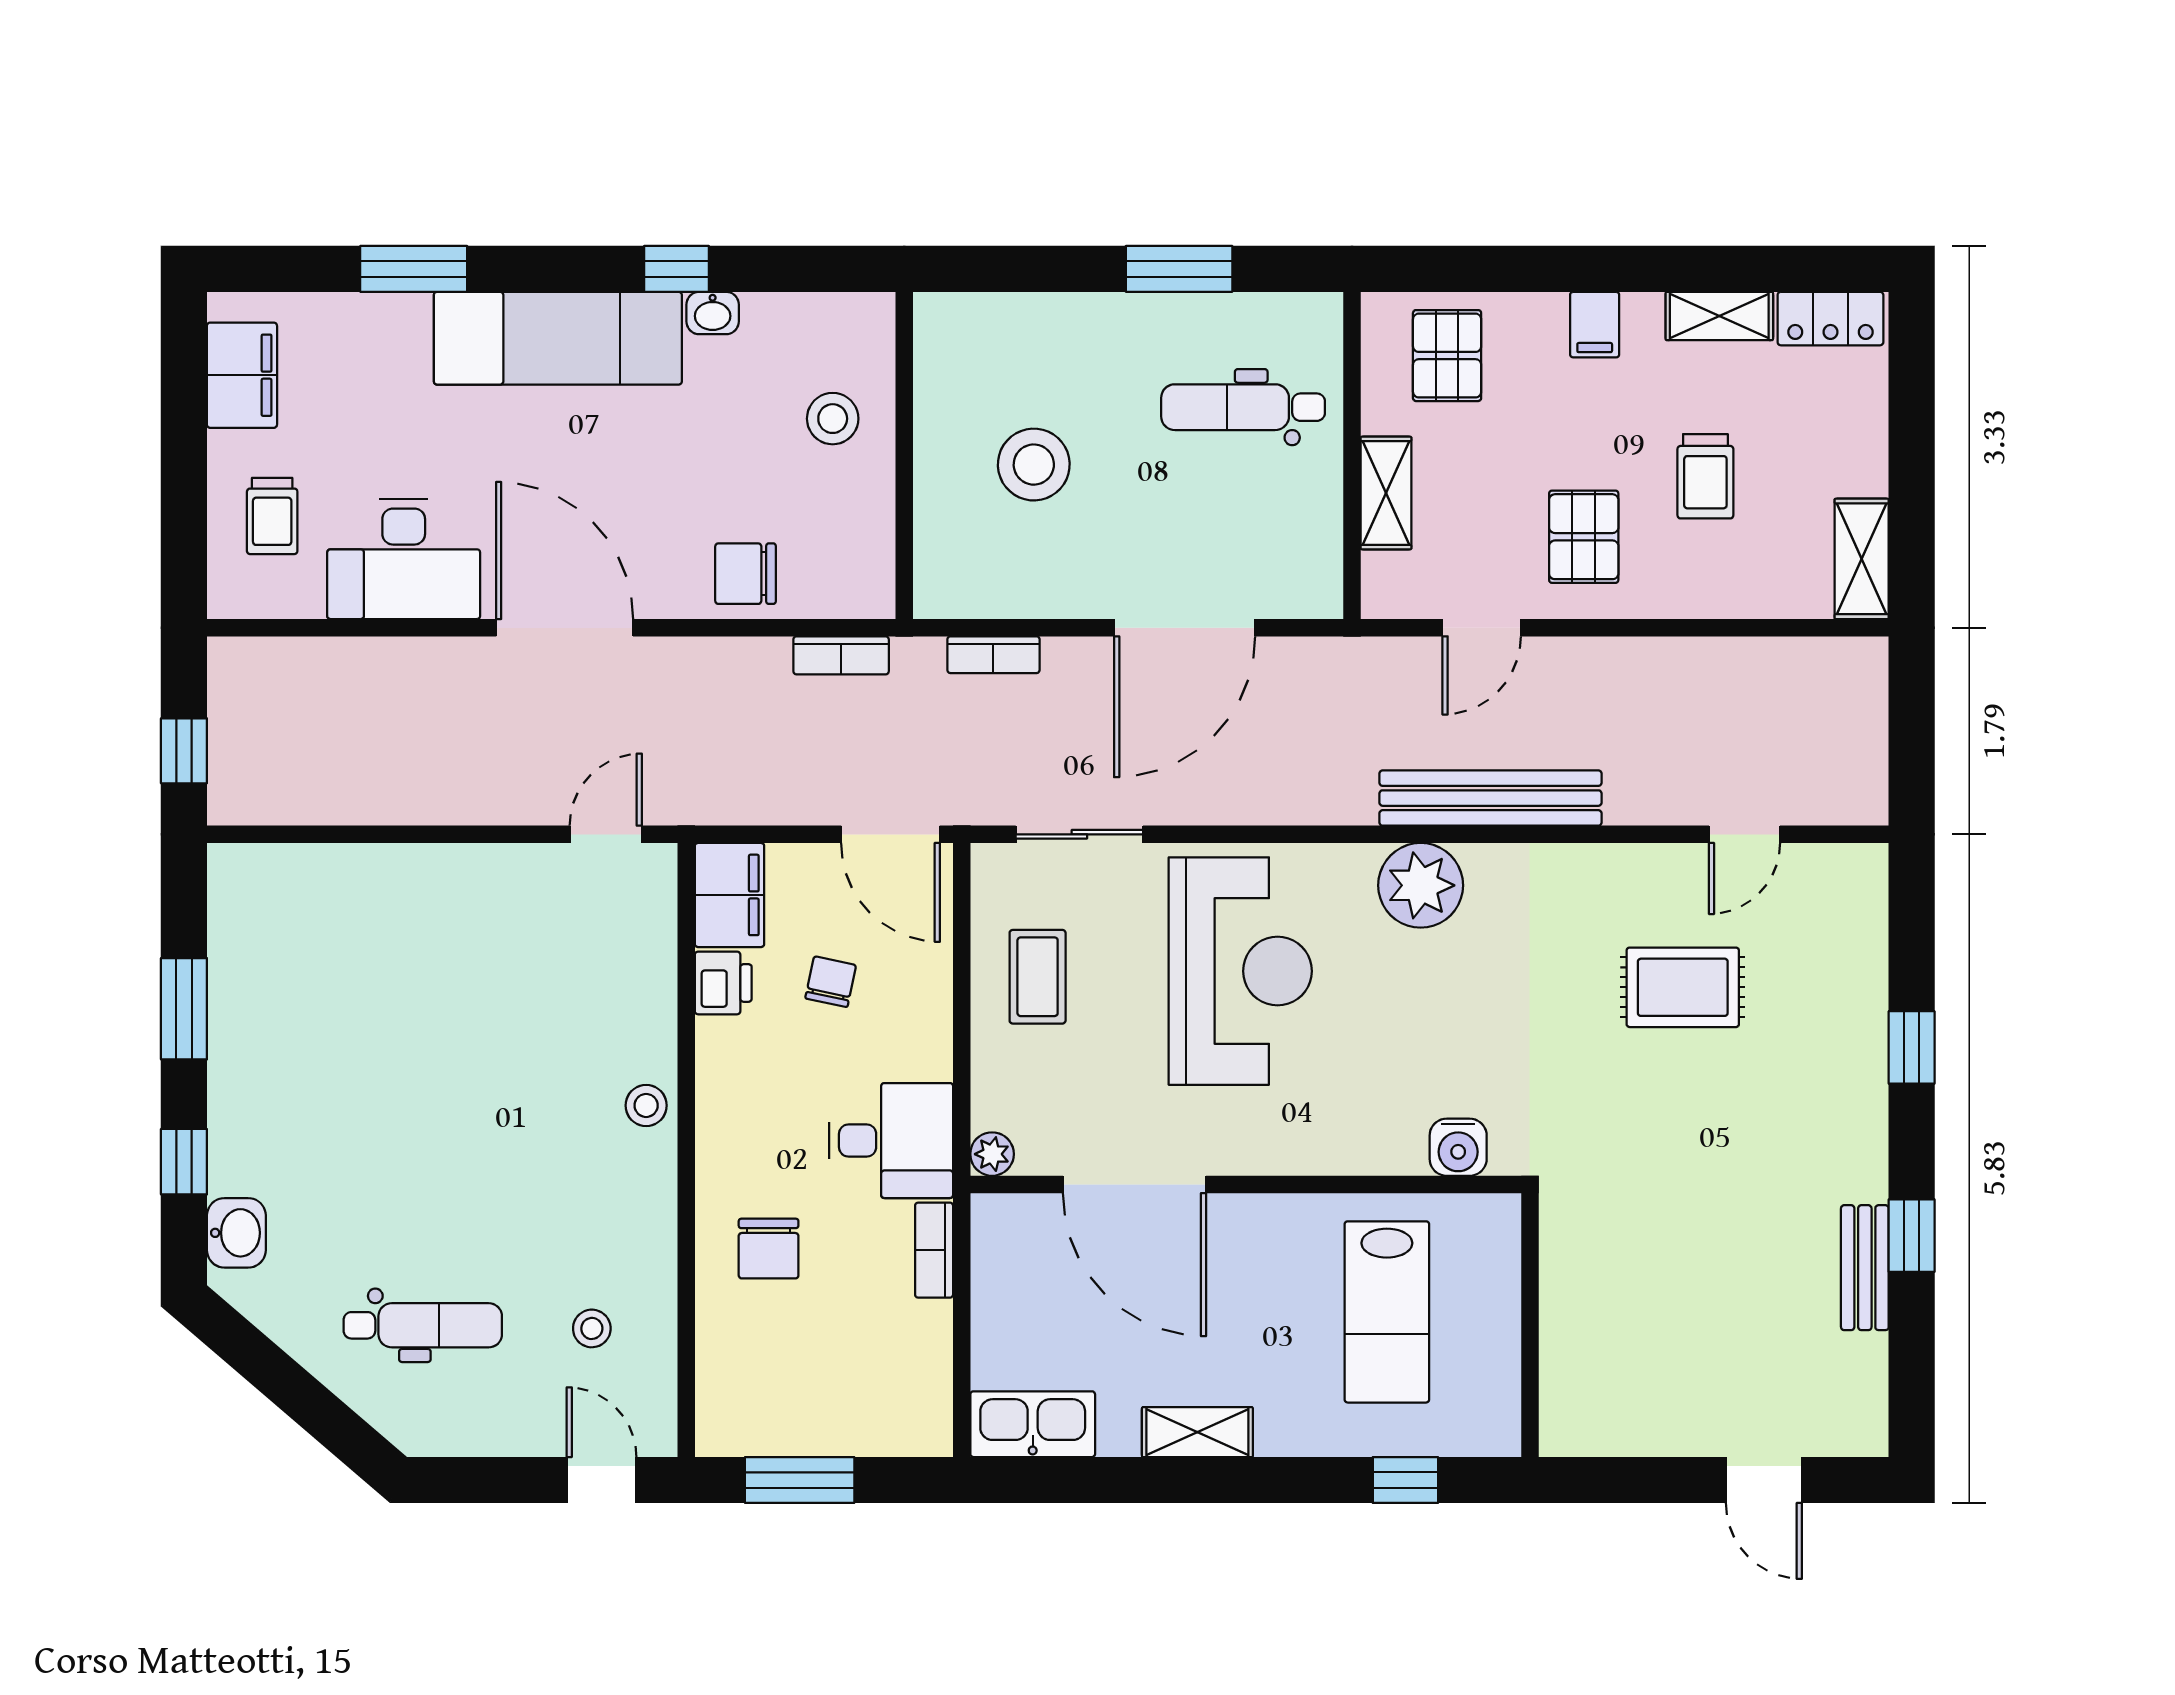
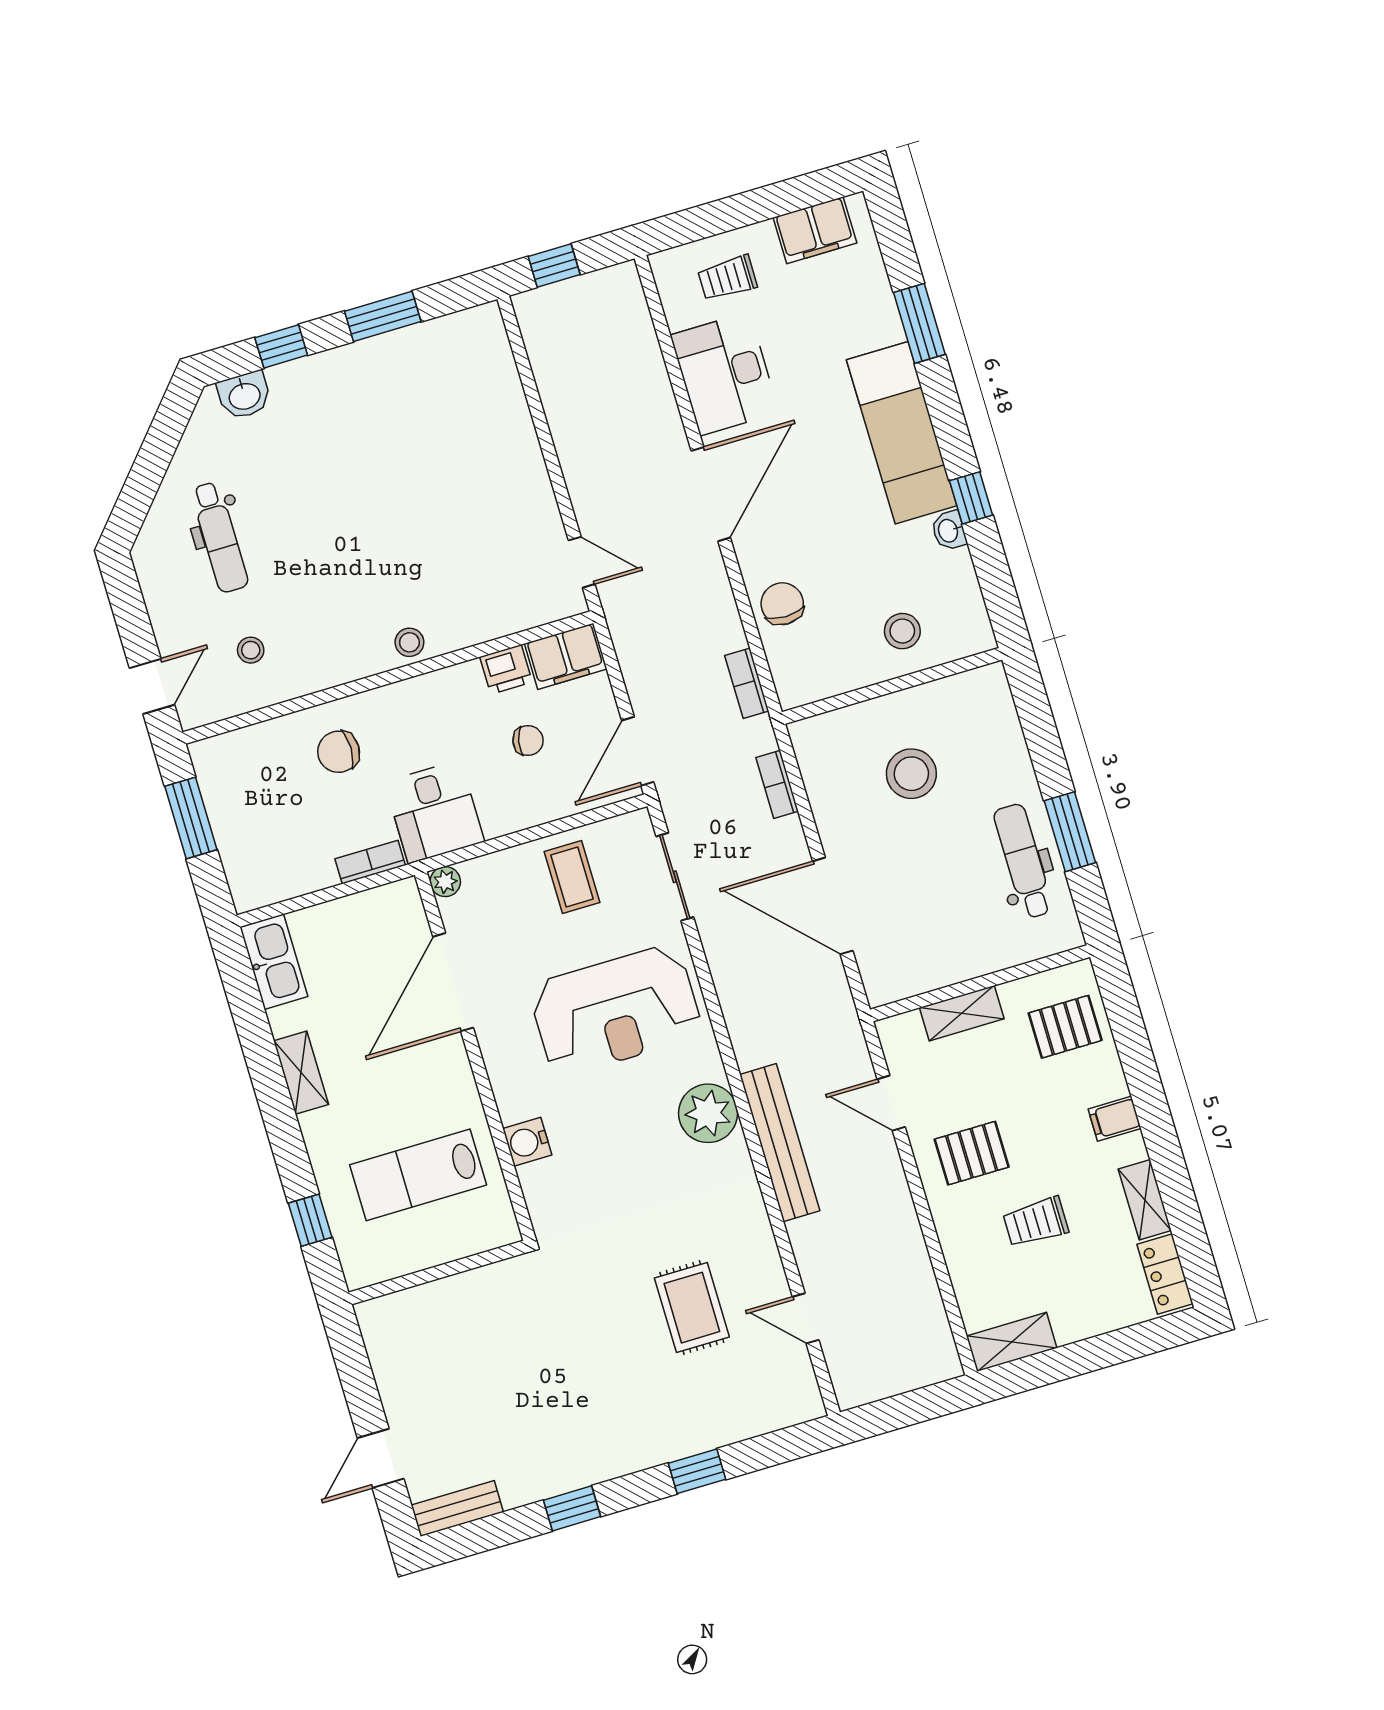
dental chair: (1243, 407) -> (1023, 861), moved
coffee table: (1038, 977) -> (572, 877), turned 90
water cooler: (1458, 1147) -> (527, 1142), moved
bench: (1865, 1268) -> (457, 1509), moved

